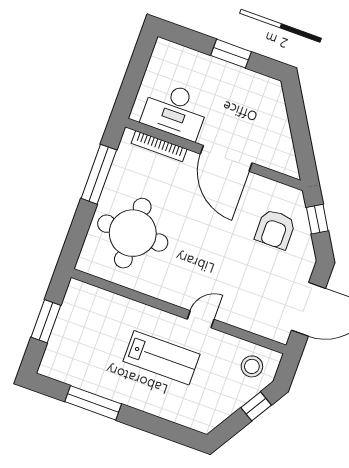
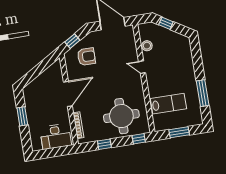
desk: (175, 111) -> (56, 136), moved, turned 90
window: (99, 174) -> (104, 144), width x0.46
window: (74, 242) -> (139, 139), added
lab bench: (162, 358) -> (168, 104), moved, turned 90
stool: (252, 366) -> (147, 46), moved

